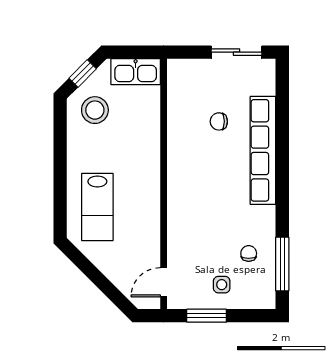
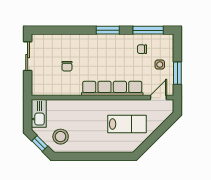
row of seats: (263, 150) -> (112, 88), moved, turned 180
window: (282, 193) -> (108, 30), added
lab bench: (97, 207) -> (127, 124), moved
door: (164, 282) -> (158, 98), swing flipped

